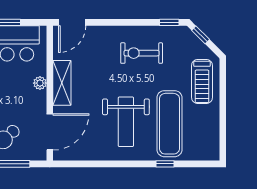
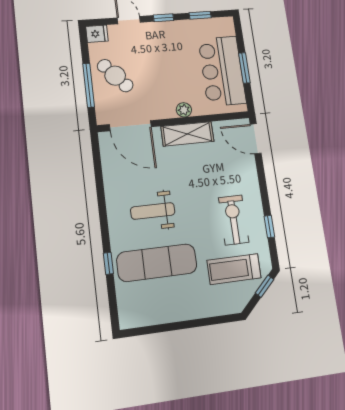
window: (169, 22) -> (269, 227), moved
treadmill: (202, 81) -> (234, 269), moved
weight bench: (126, 122) -> (153, 211), width x0.73, depth x0.75

